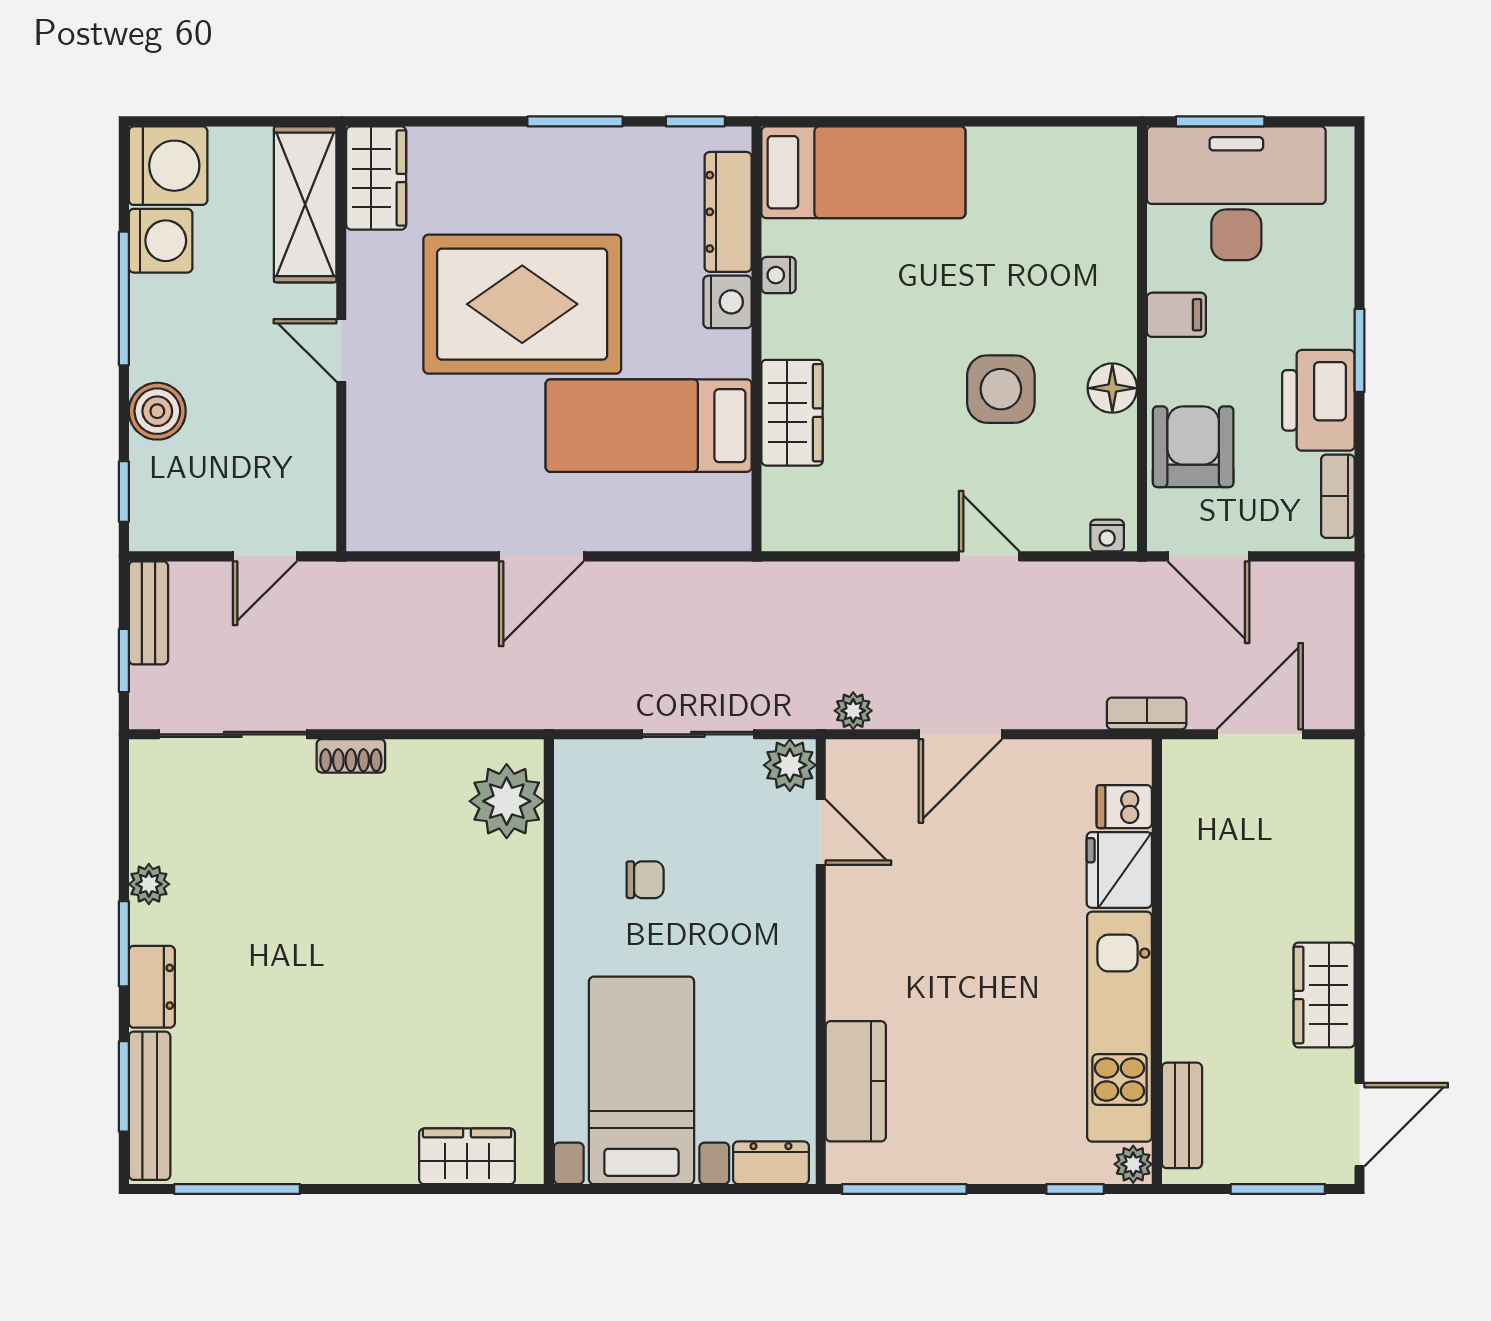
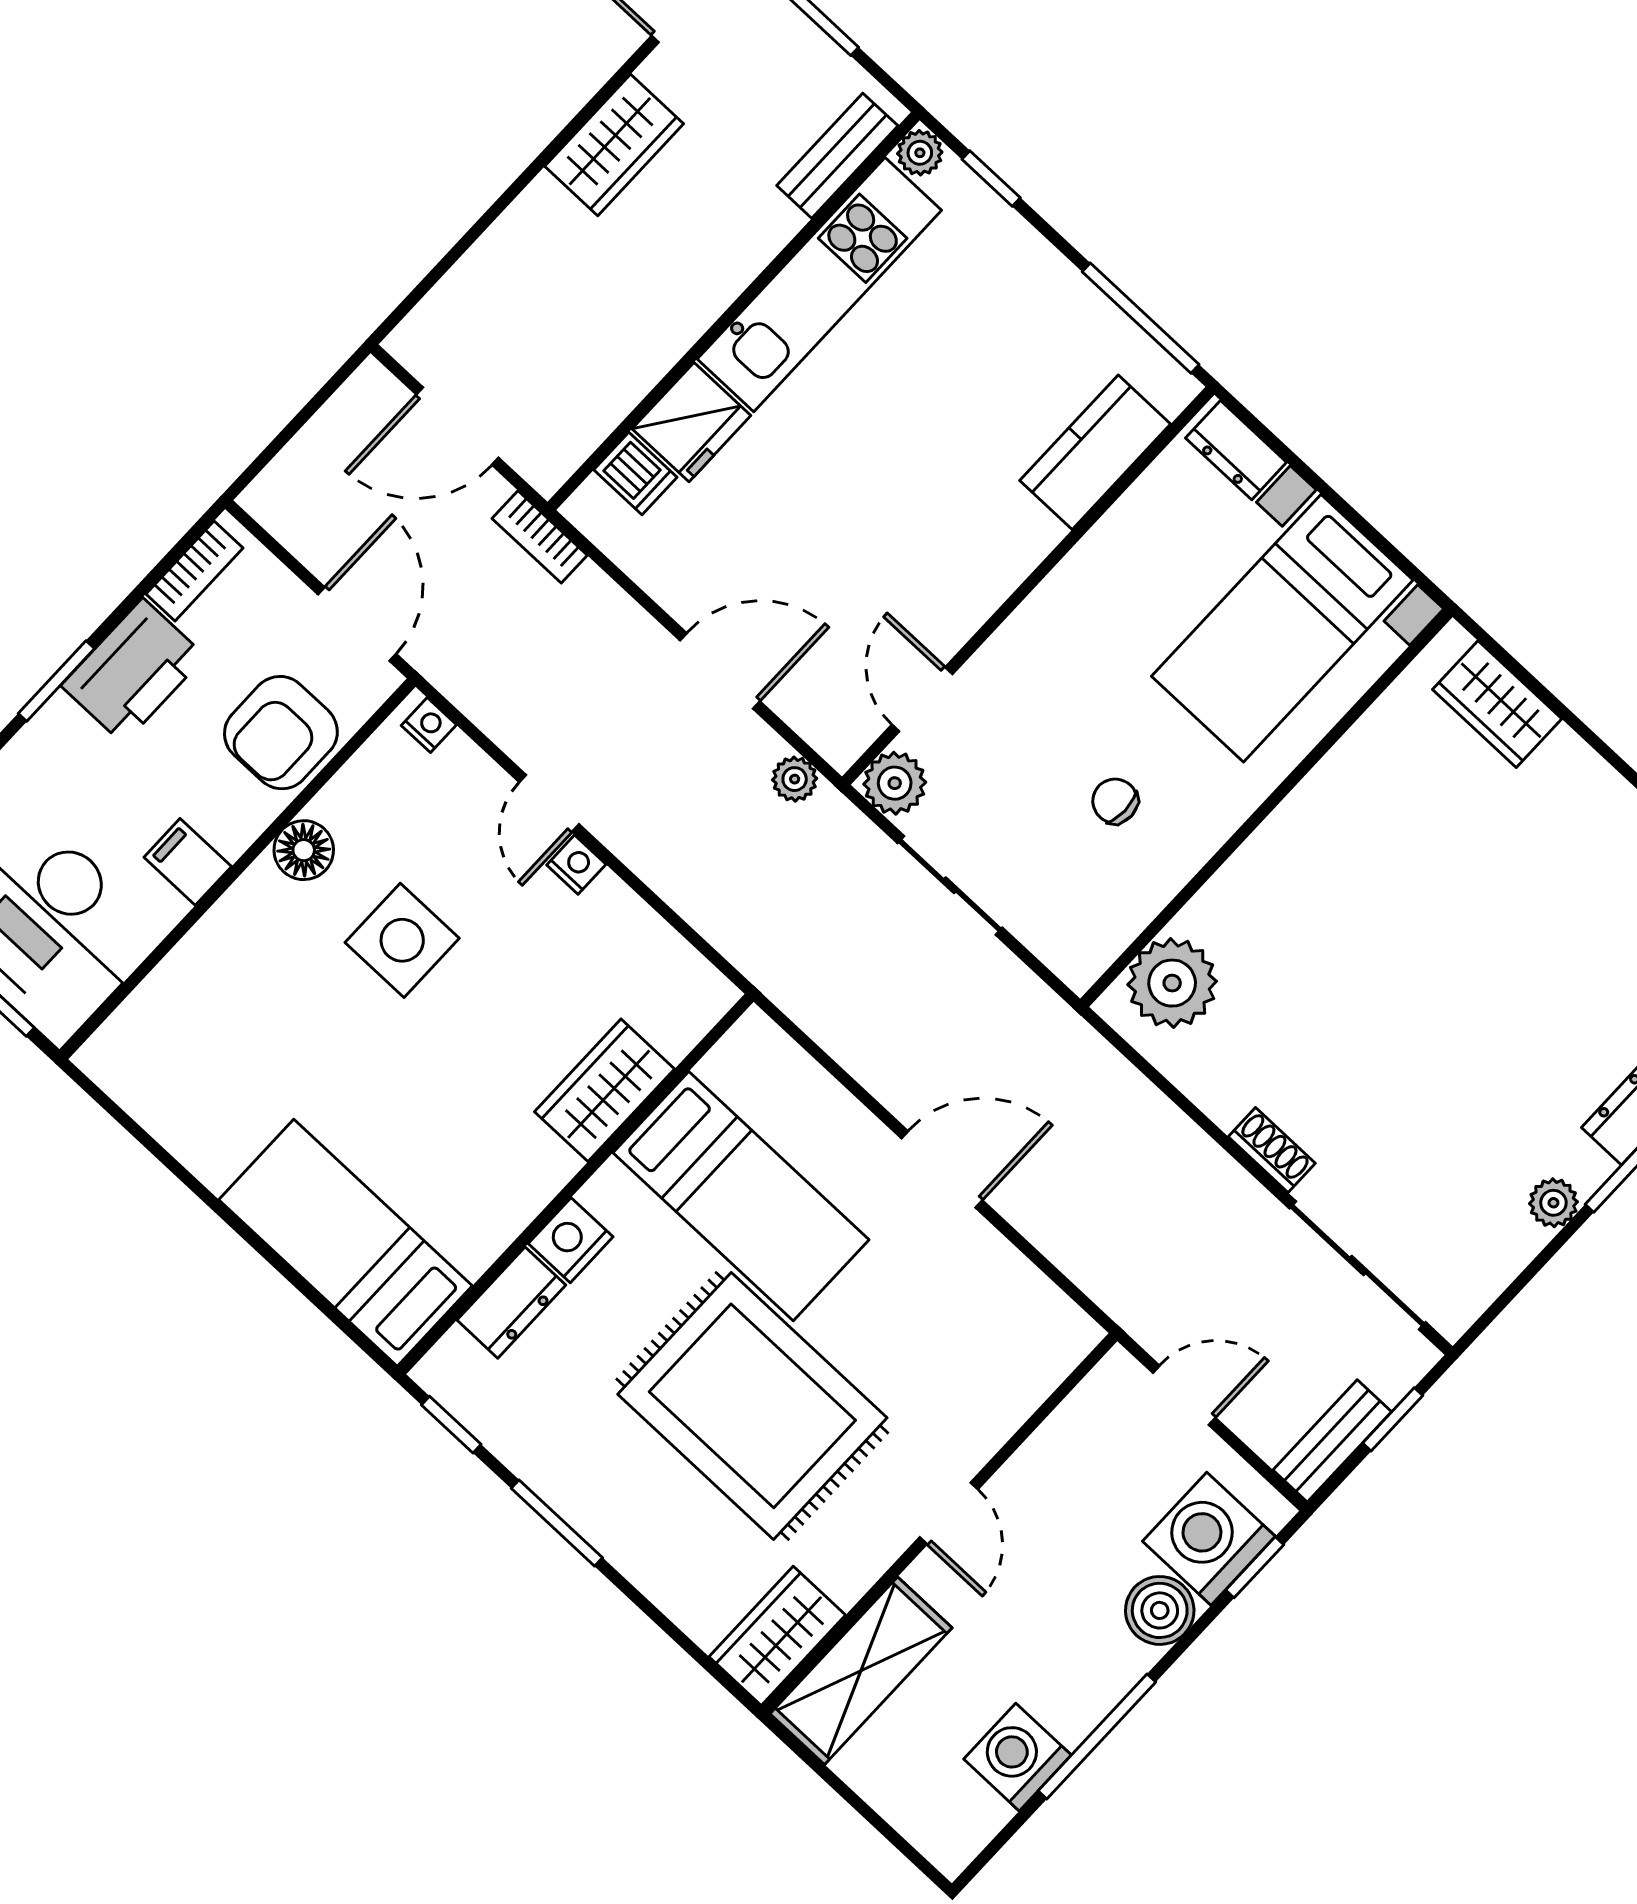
washing machine: (168, 166) -> (1209, 1539), moved
dresser: (728, 212) -> (511, 1303), width x0.70
nightstand: (779, 275) -> (576, 865), moved, turned -90

